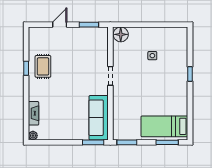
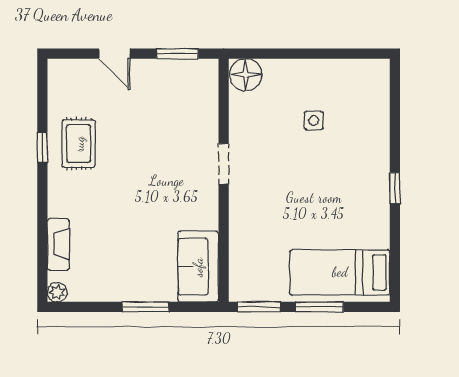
door: (60, 25) -> (115, 54), swing flipped
window: (190, 74) -> (395, 188), moved
sofa: (99, 118) -> (198, 267), width x0.73
window: (93, 142) -> (146, 307), moved
window: (167, 142) -> (319, 307), moved

